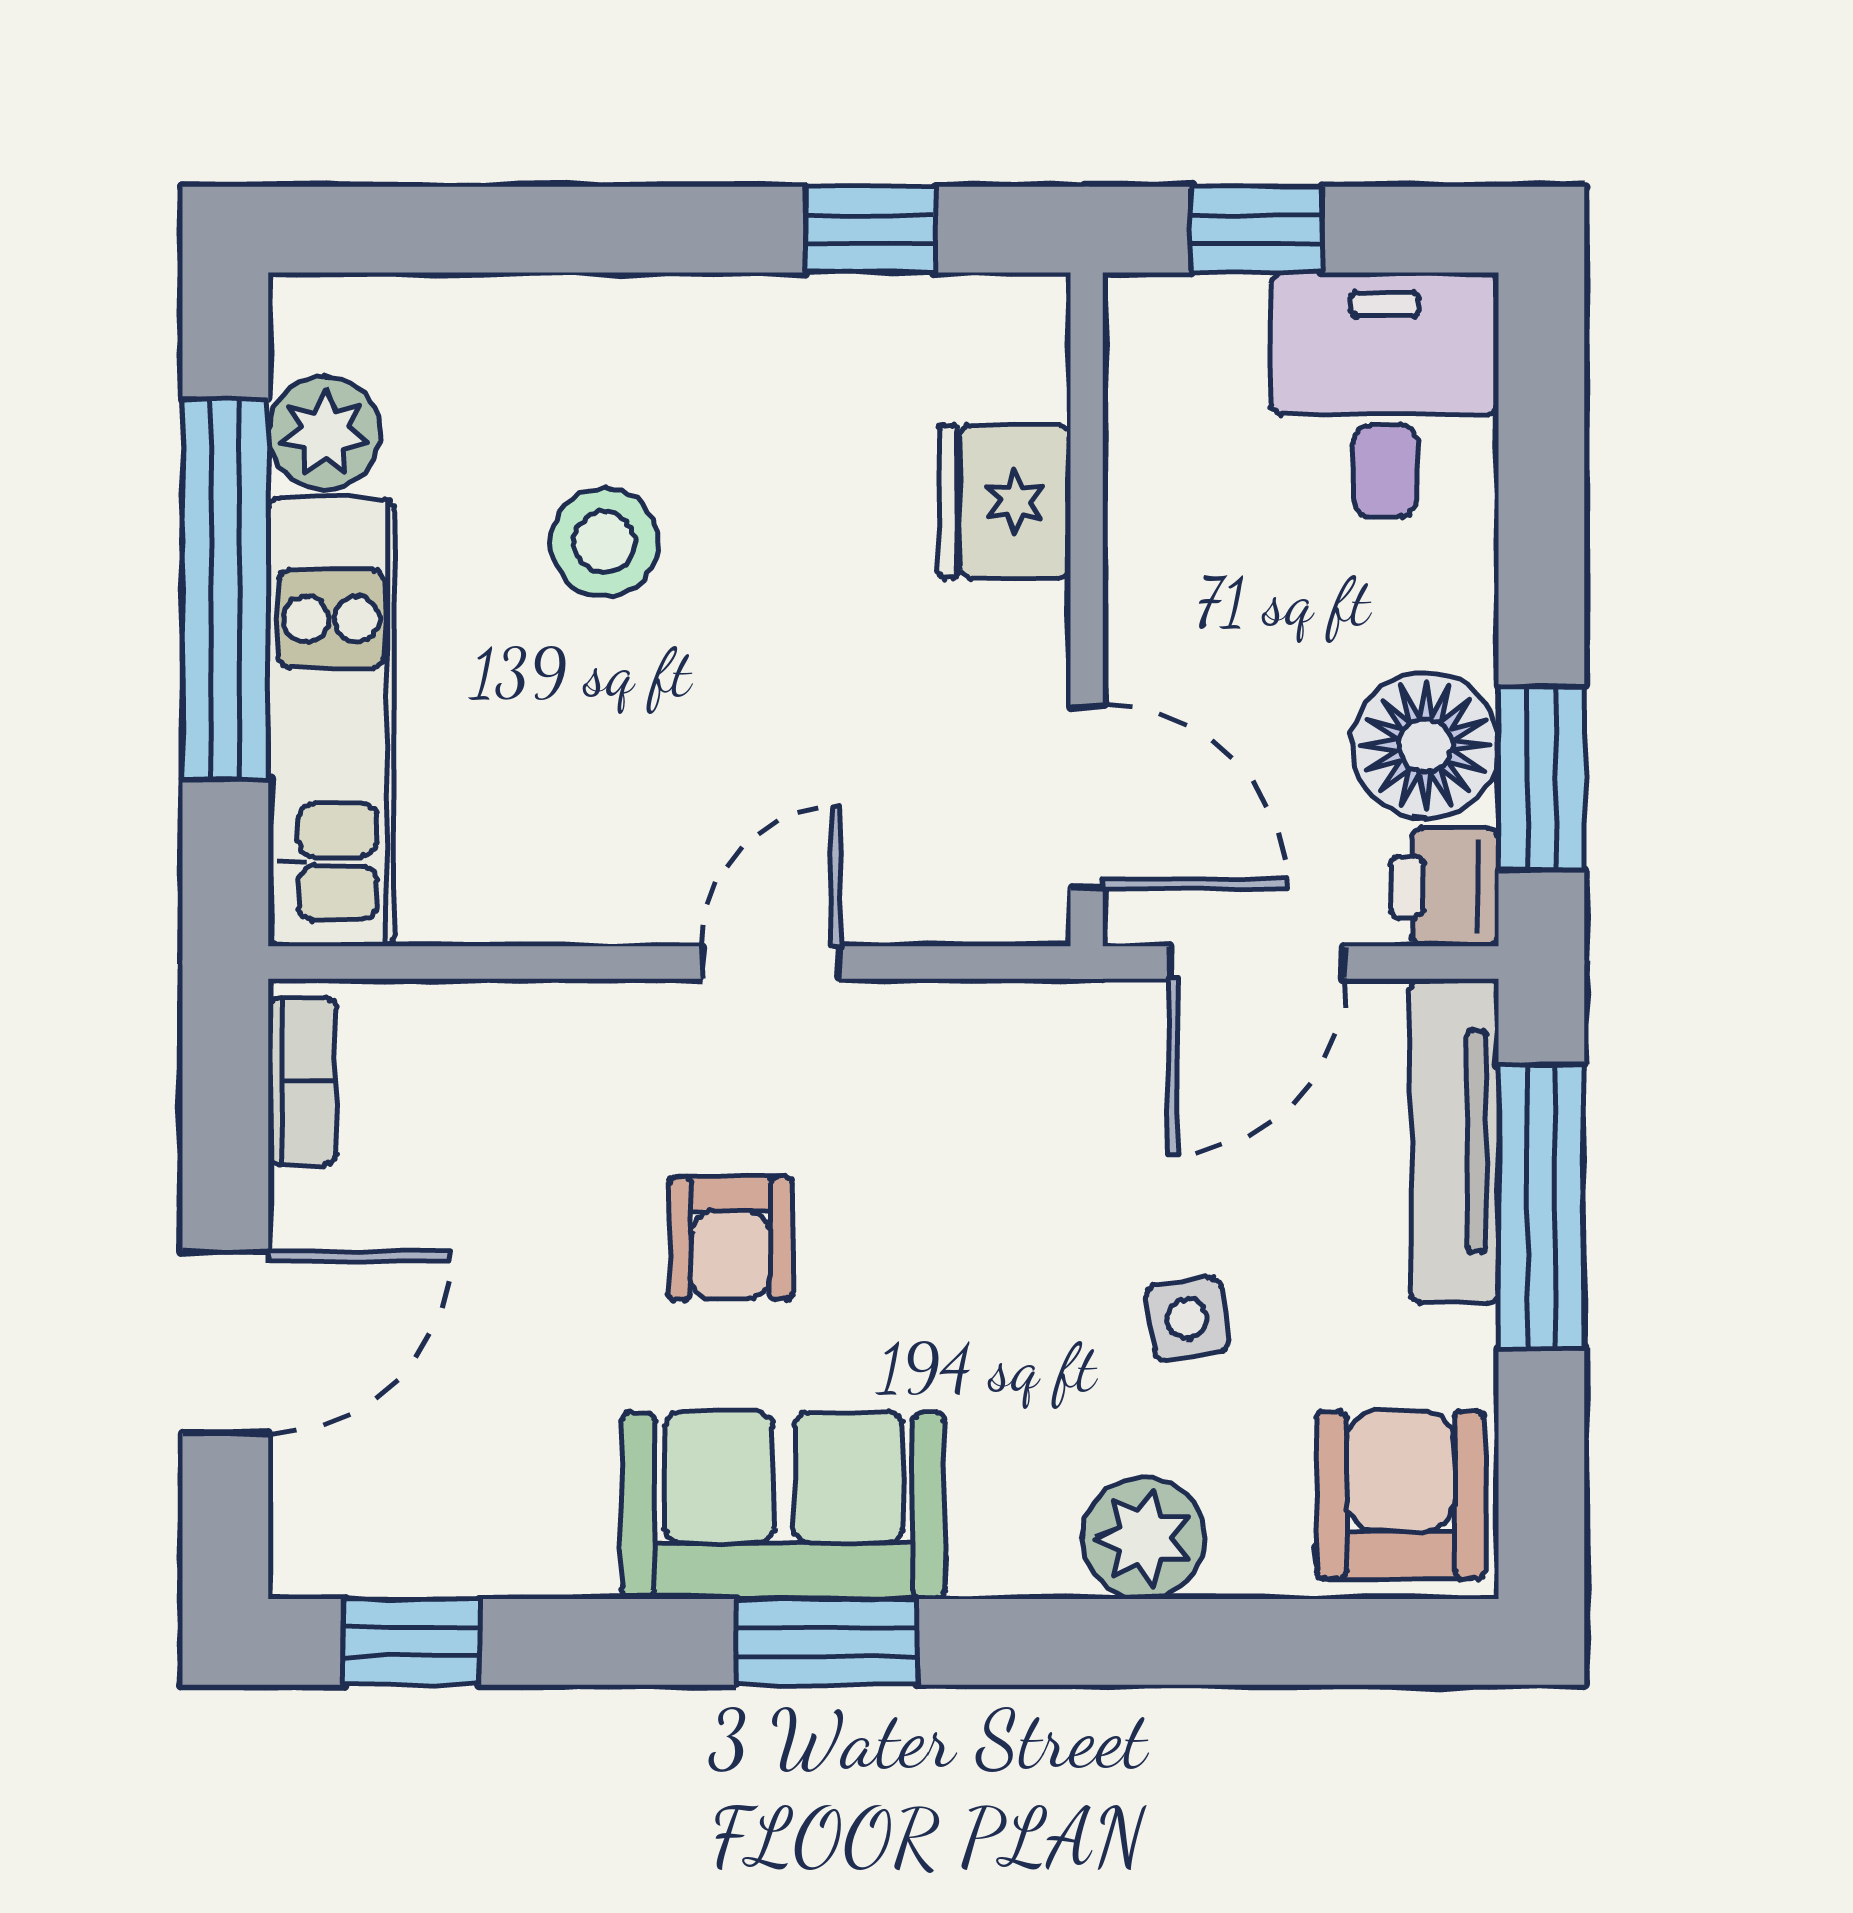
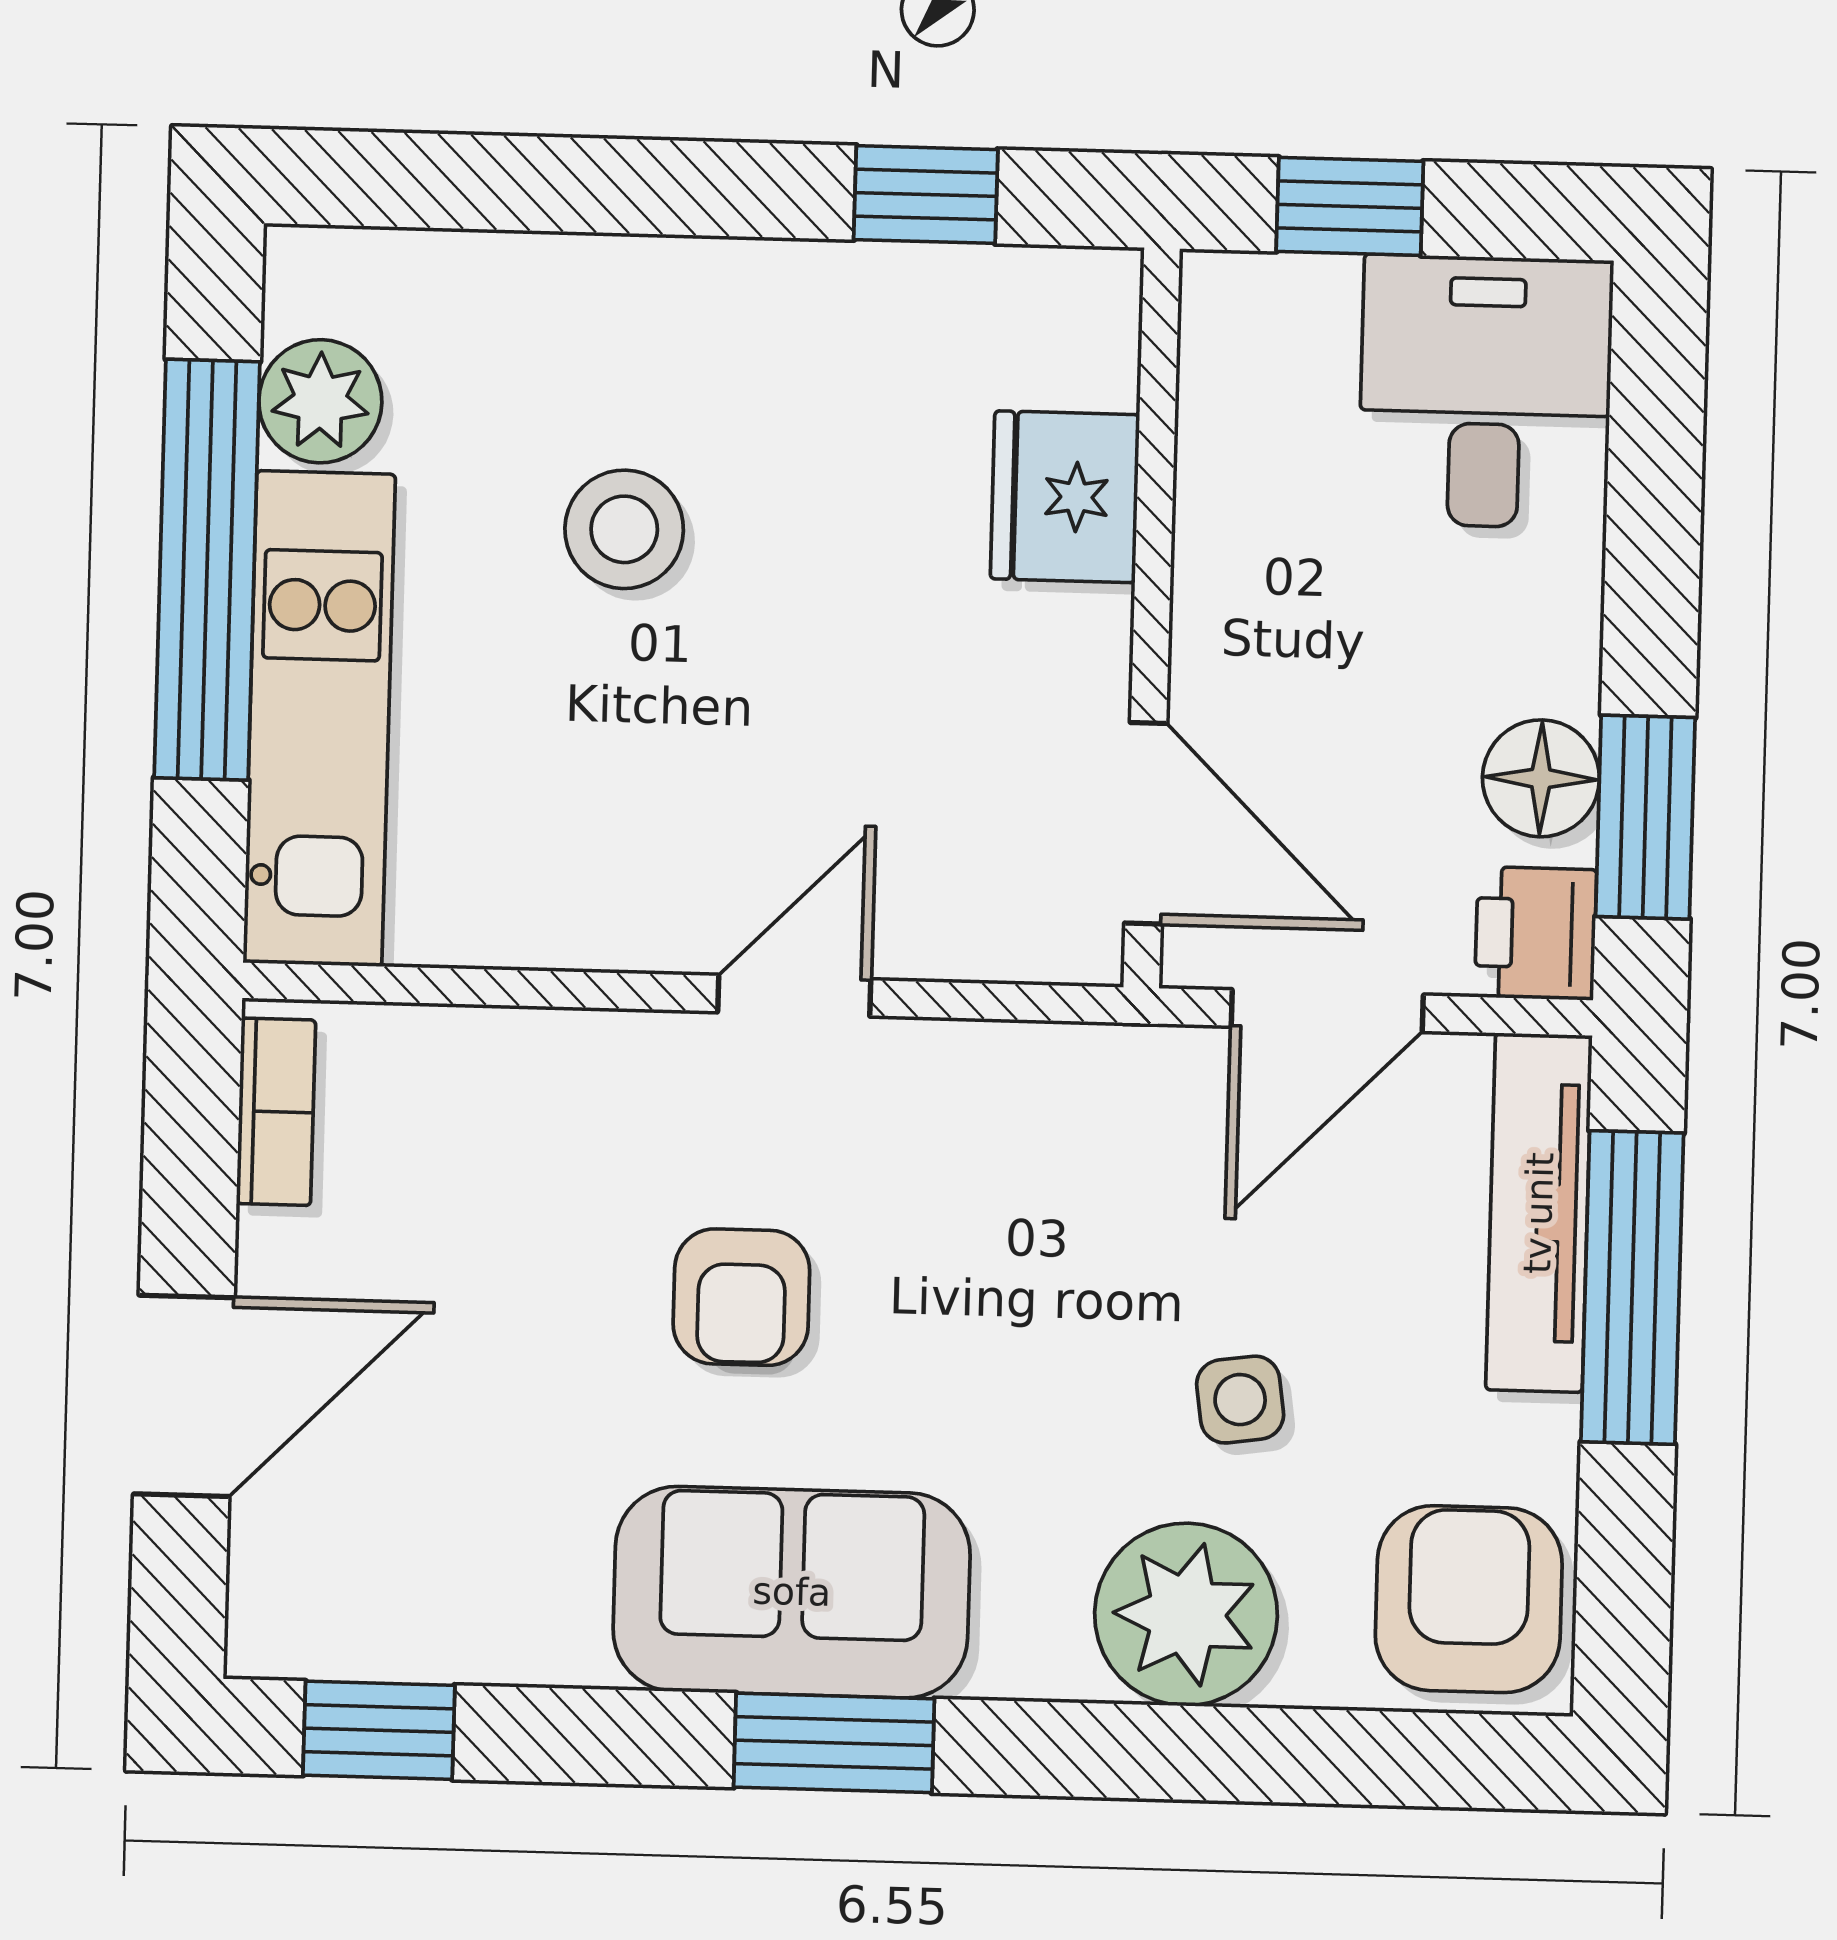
floor lamp: (1425, 745) -> (1541, 778), width x0.73, depth x0.73
plant: (1143, 1538) -> (1186, 1614), width x1.36, depth x1.36

